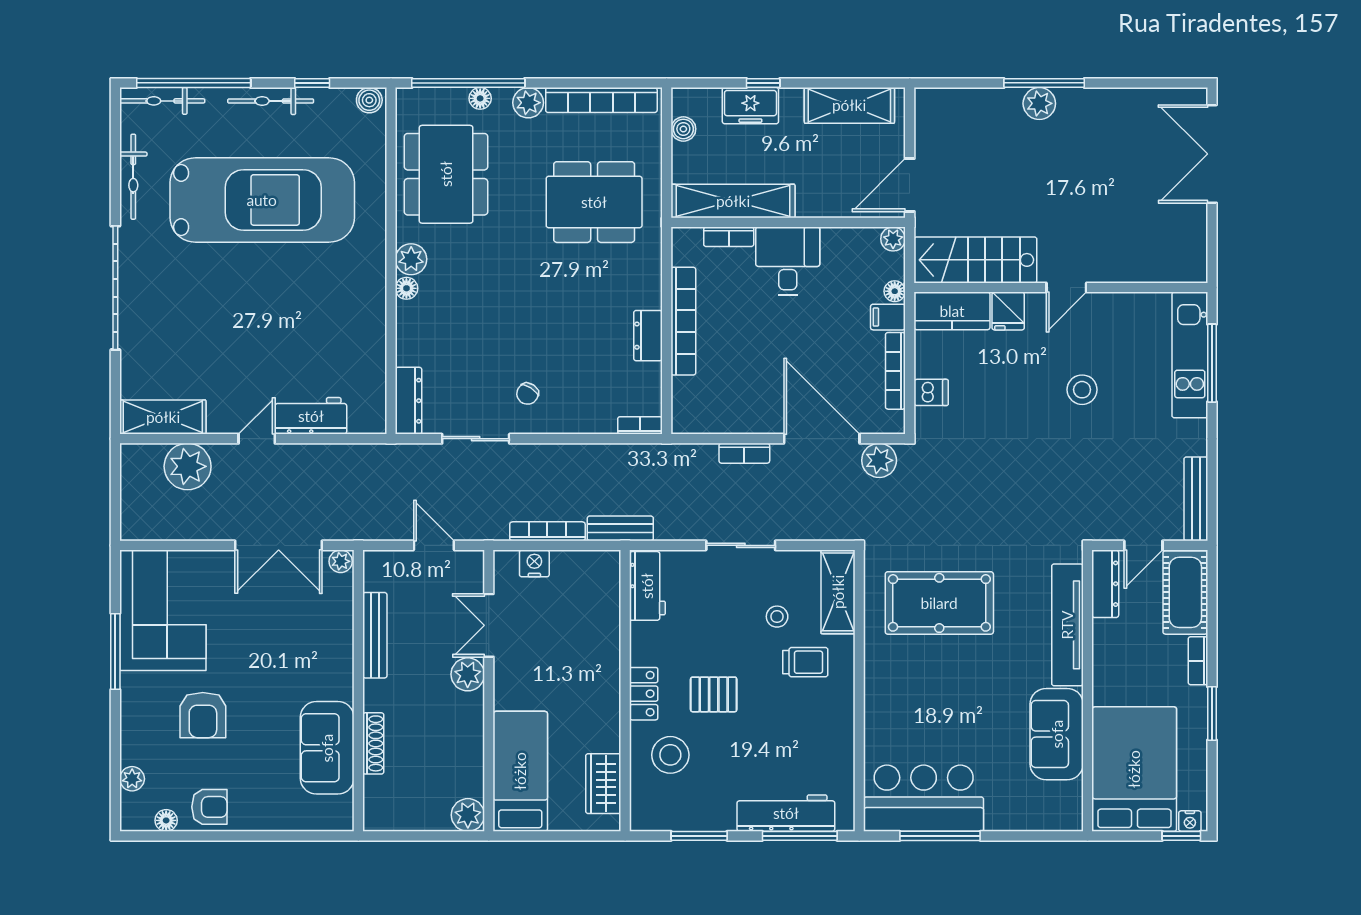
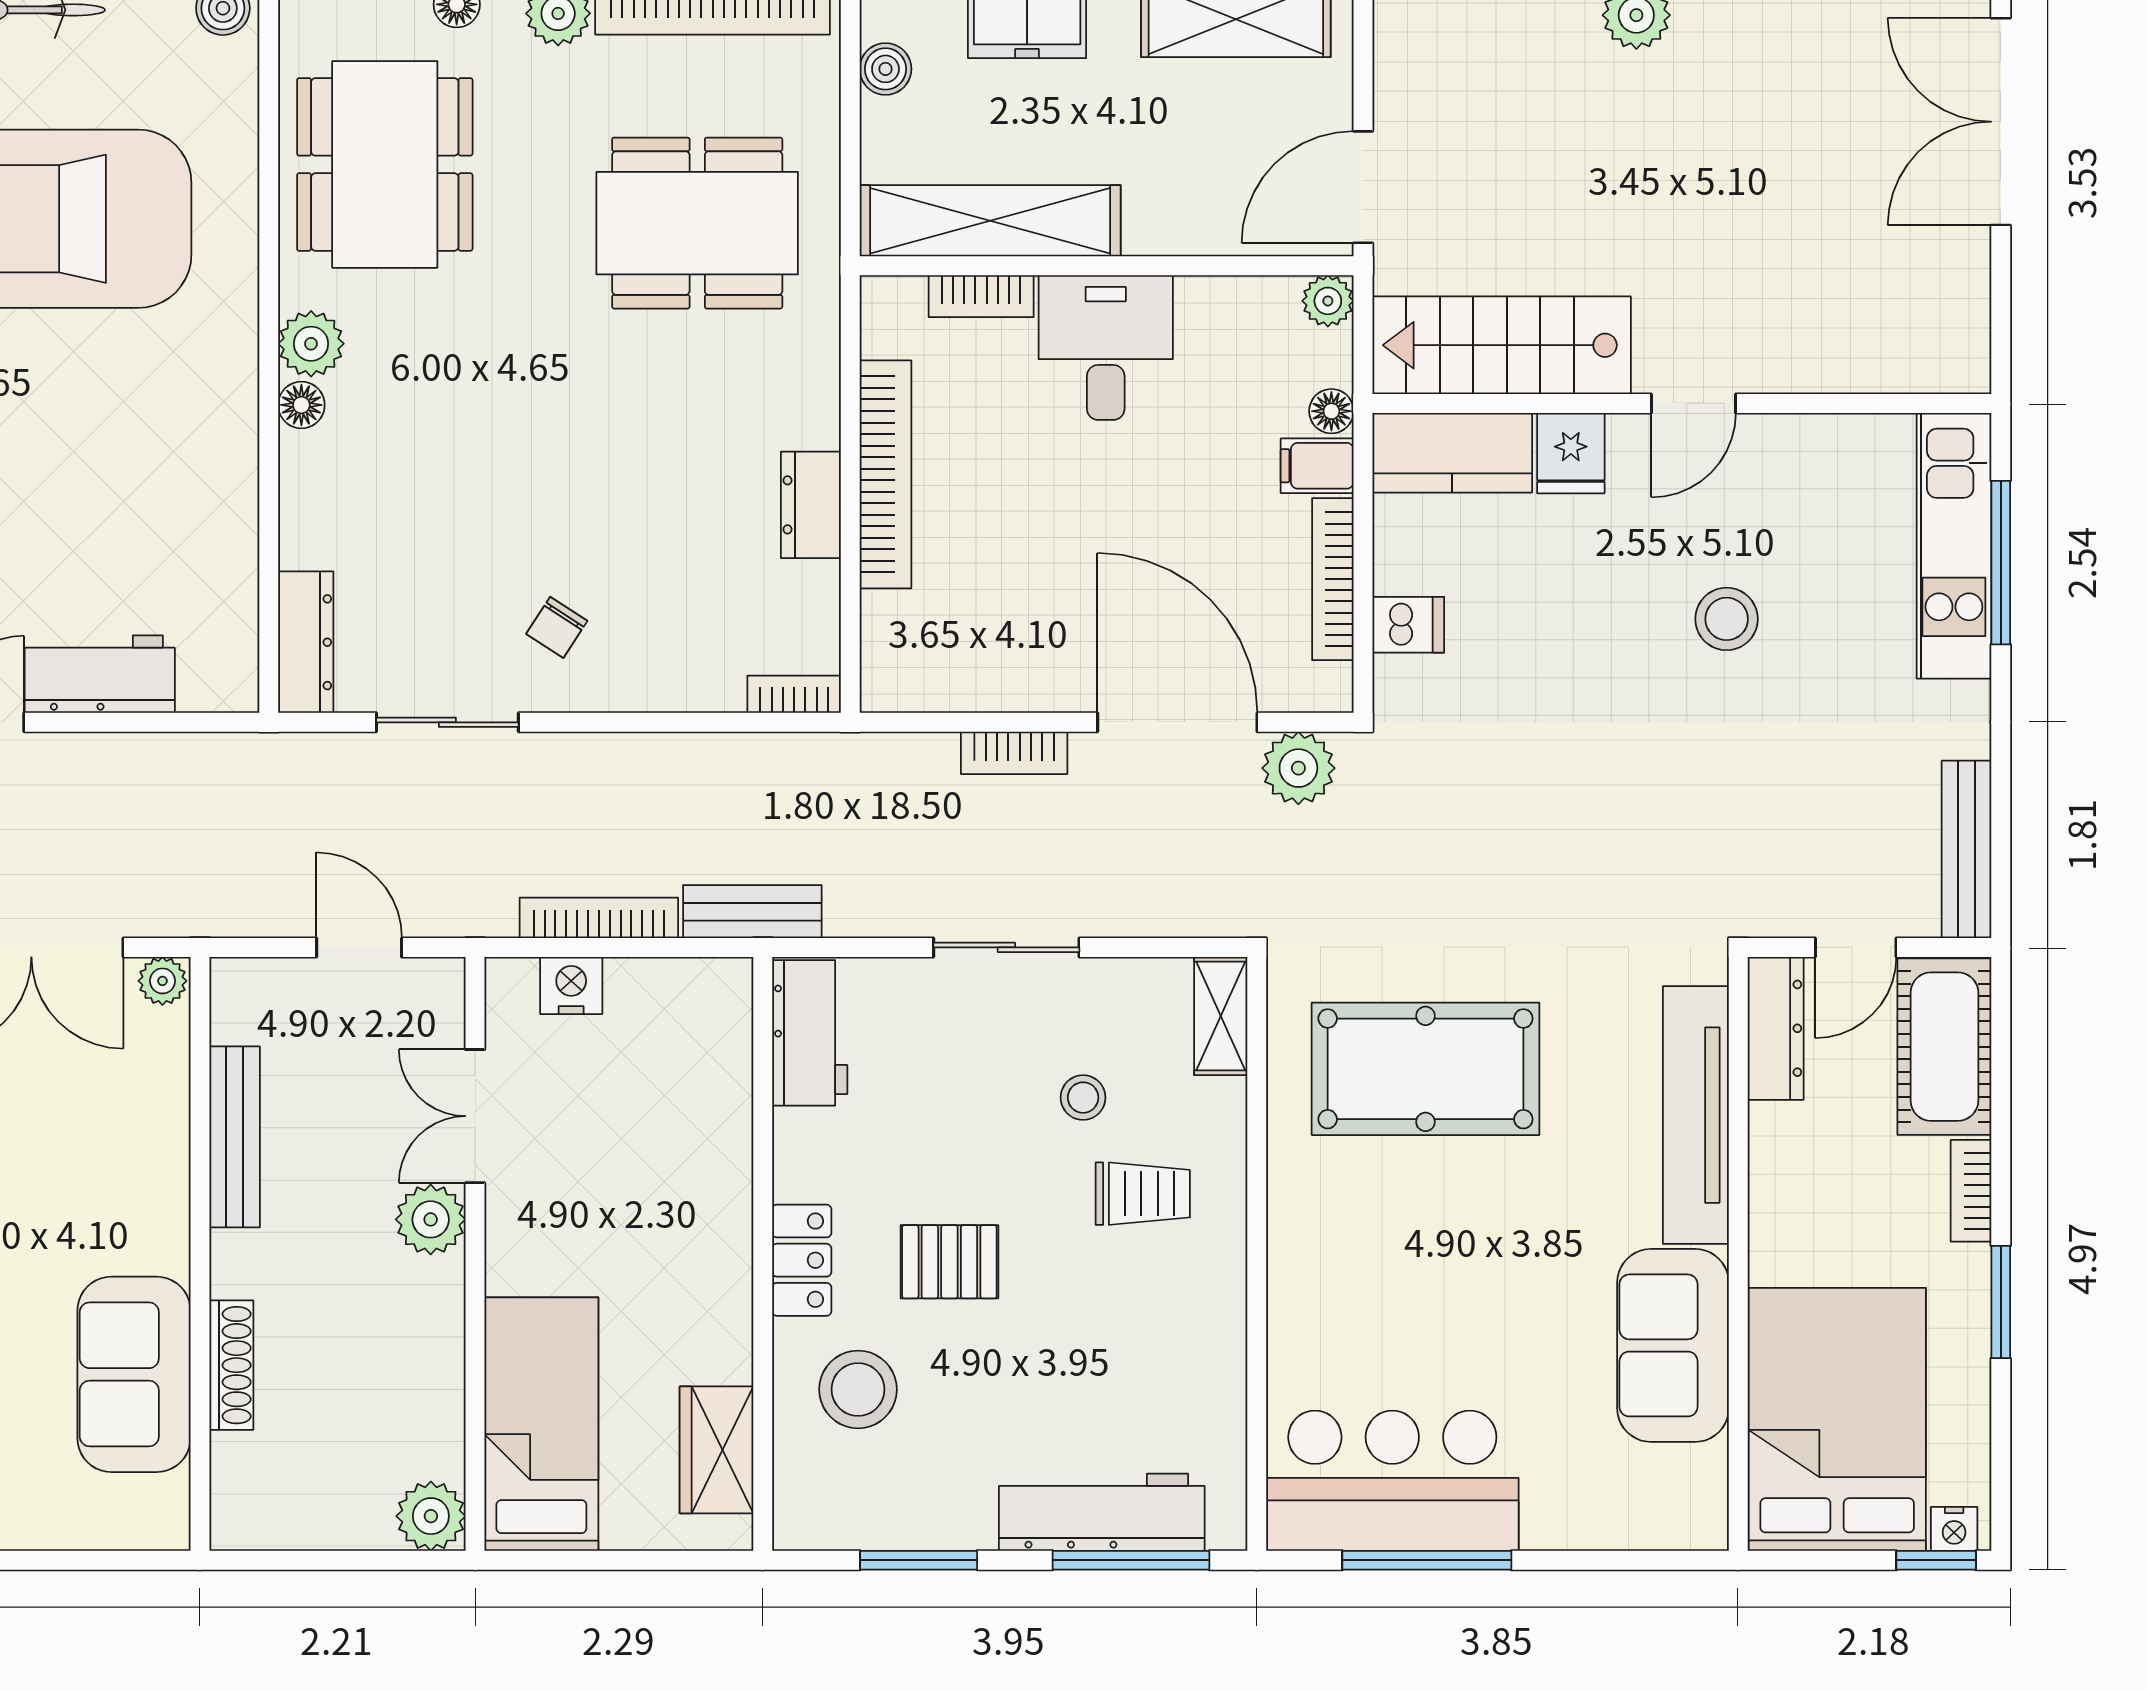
shelving: (838, 592) -> (1221, 1016), width x0.67, depth x0.75

